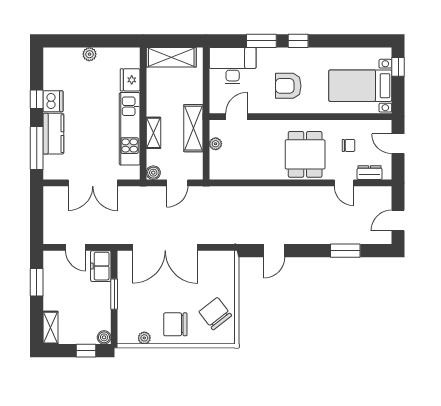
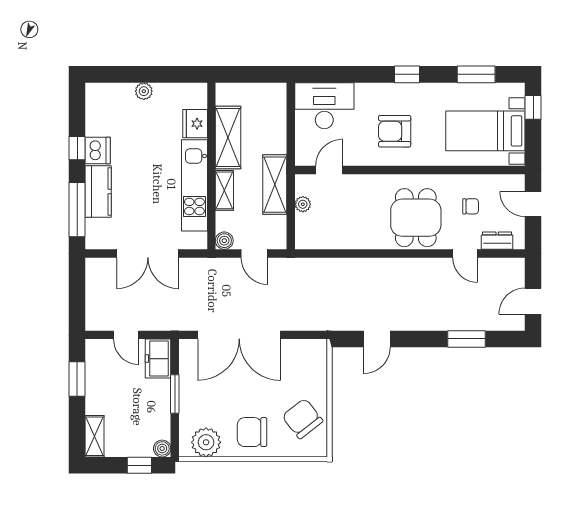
window: (261, 41) -> (476, 74), moved
shelving: (171, 57) -> (228, 137), moved, turned 90
door: (177, 183) -> (254, 253), hinge flipped
plant: (144, 338) -> (206, 442), width x1.87, depth x1.87

